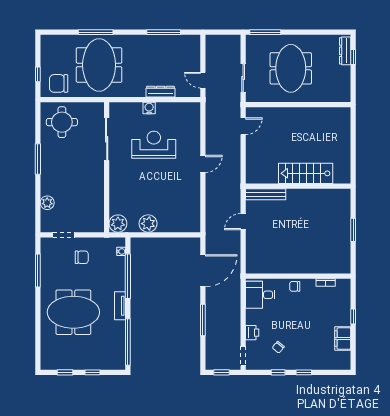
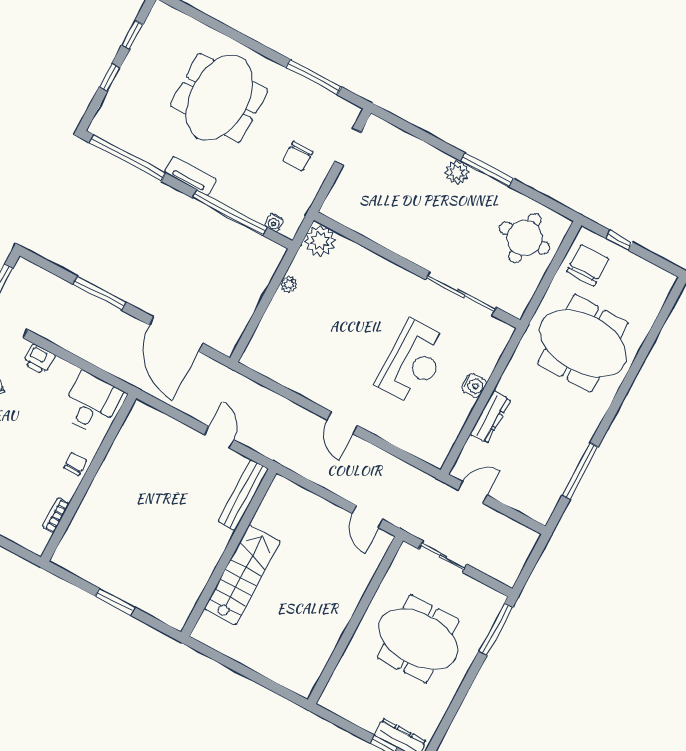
window: (96, 32) -> (637, 365), removed
plant: (47, 203) -> (457, 172), moved
plant: (148, 224) -> (289, 284), width x0.53, depth x0.53

